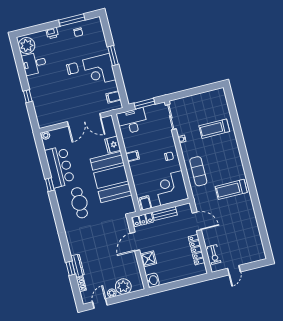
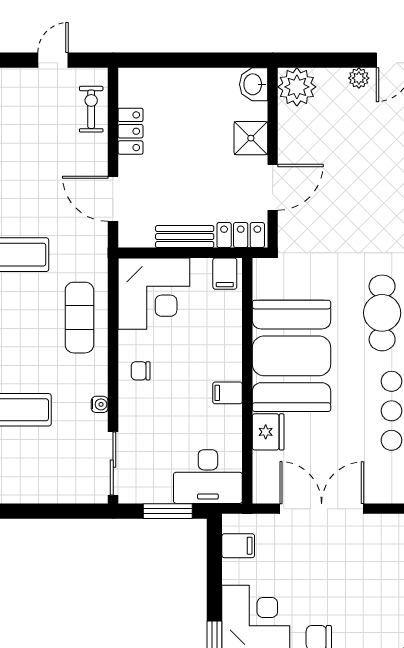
locker: (197, 250) -> (130, 131), width x0.66
plant: (123, 286) -> (297, 87), moved

